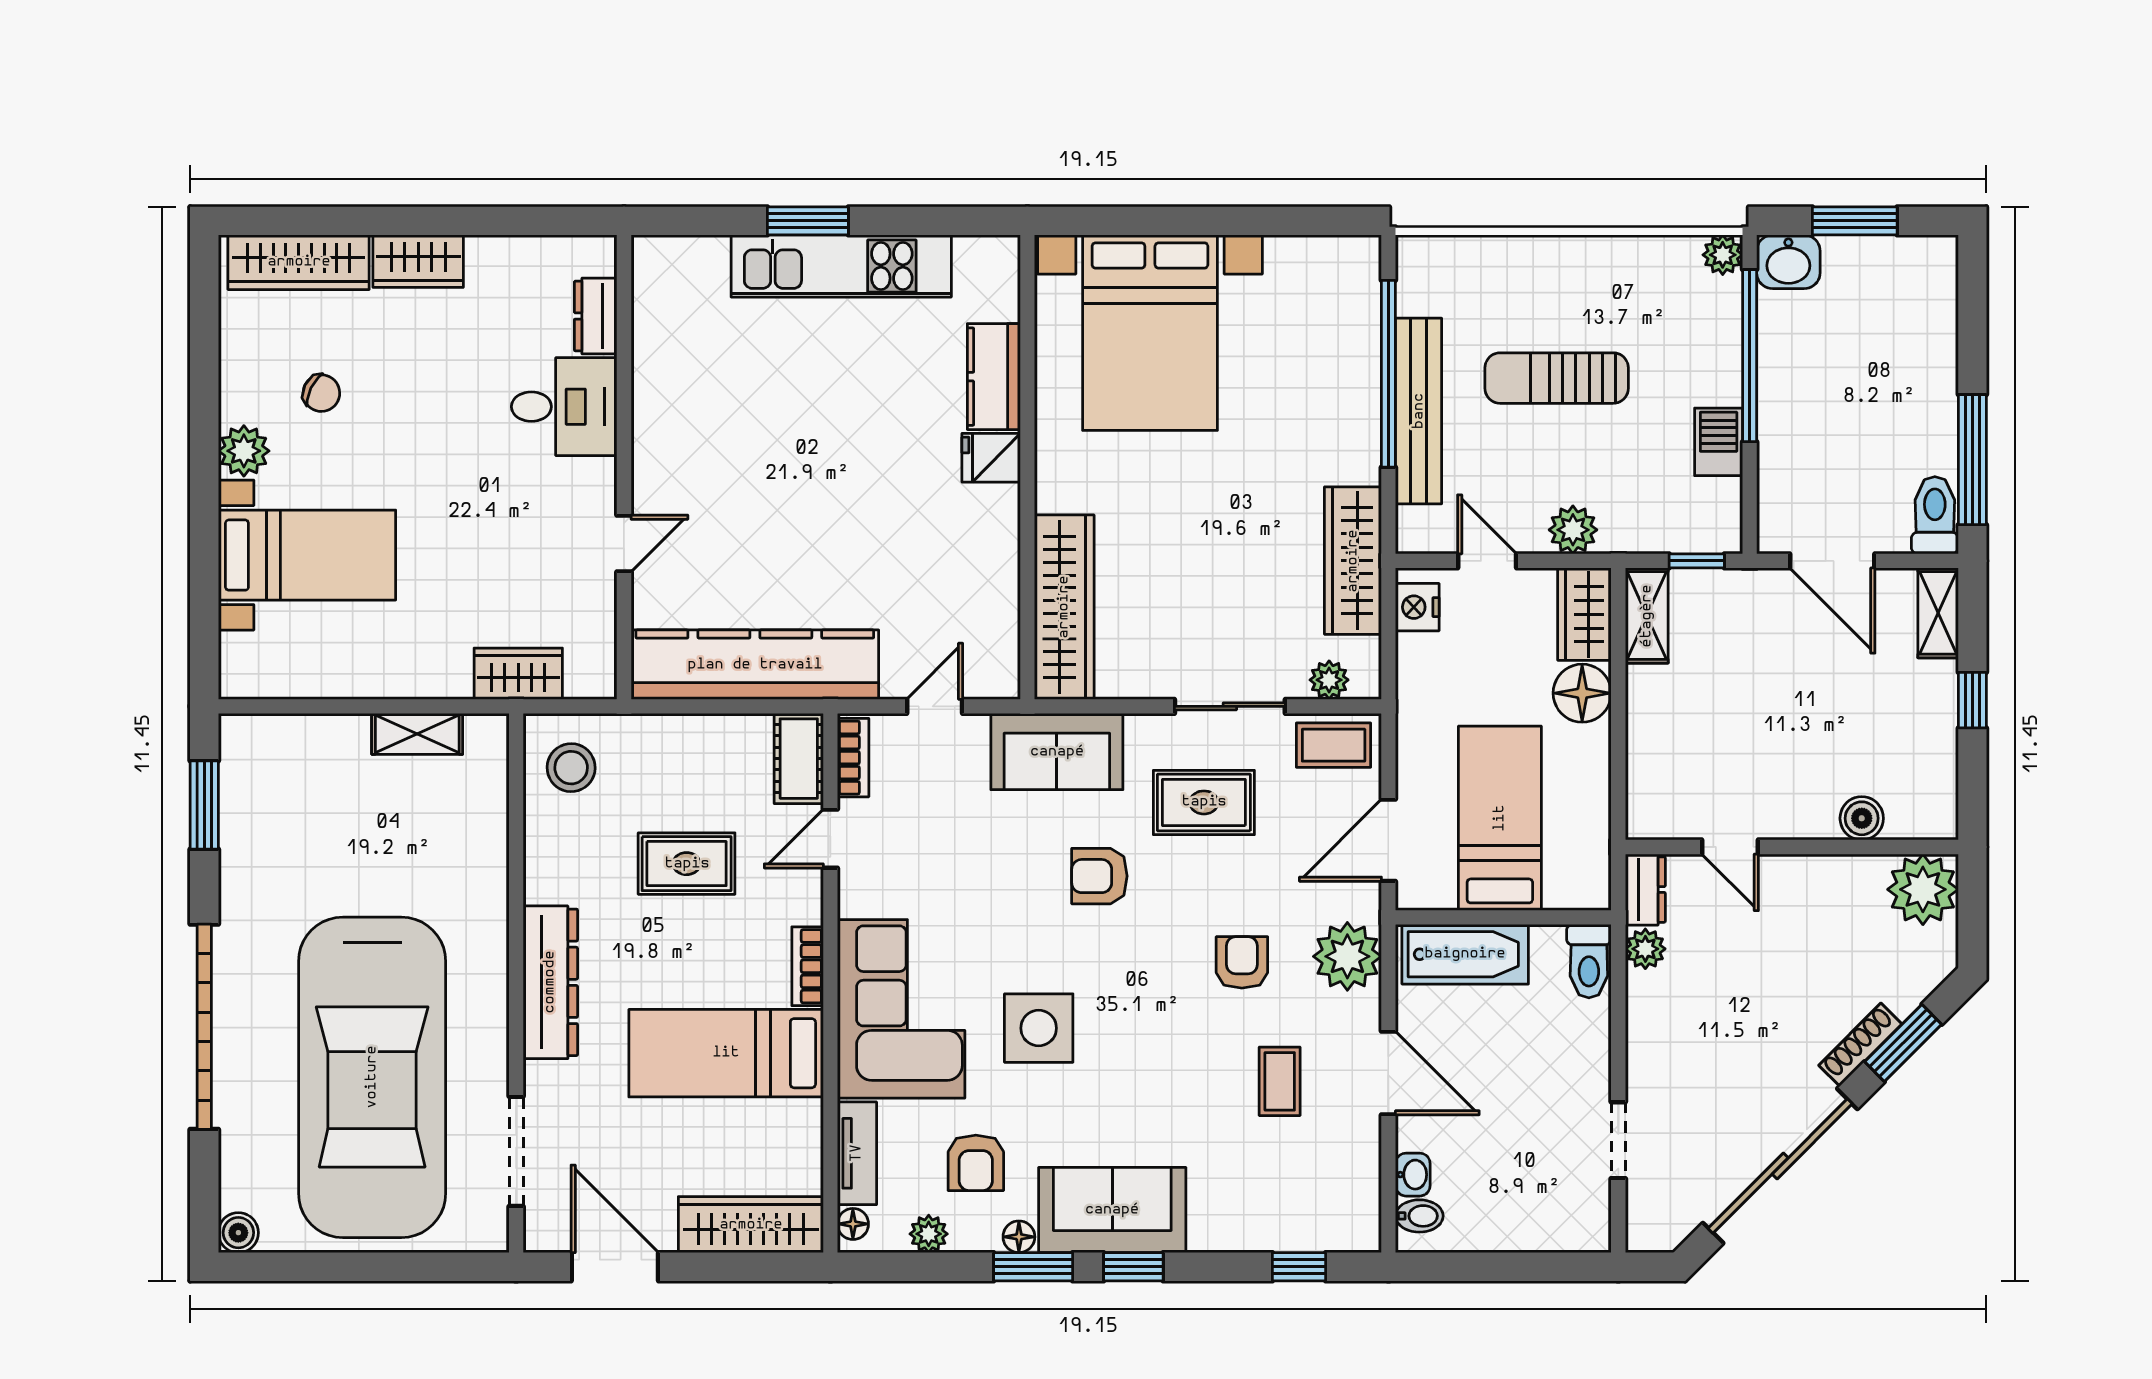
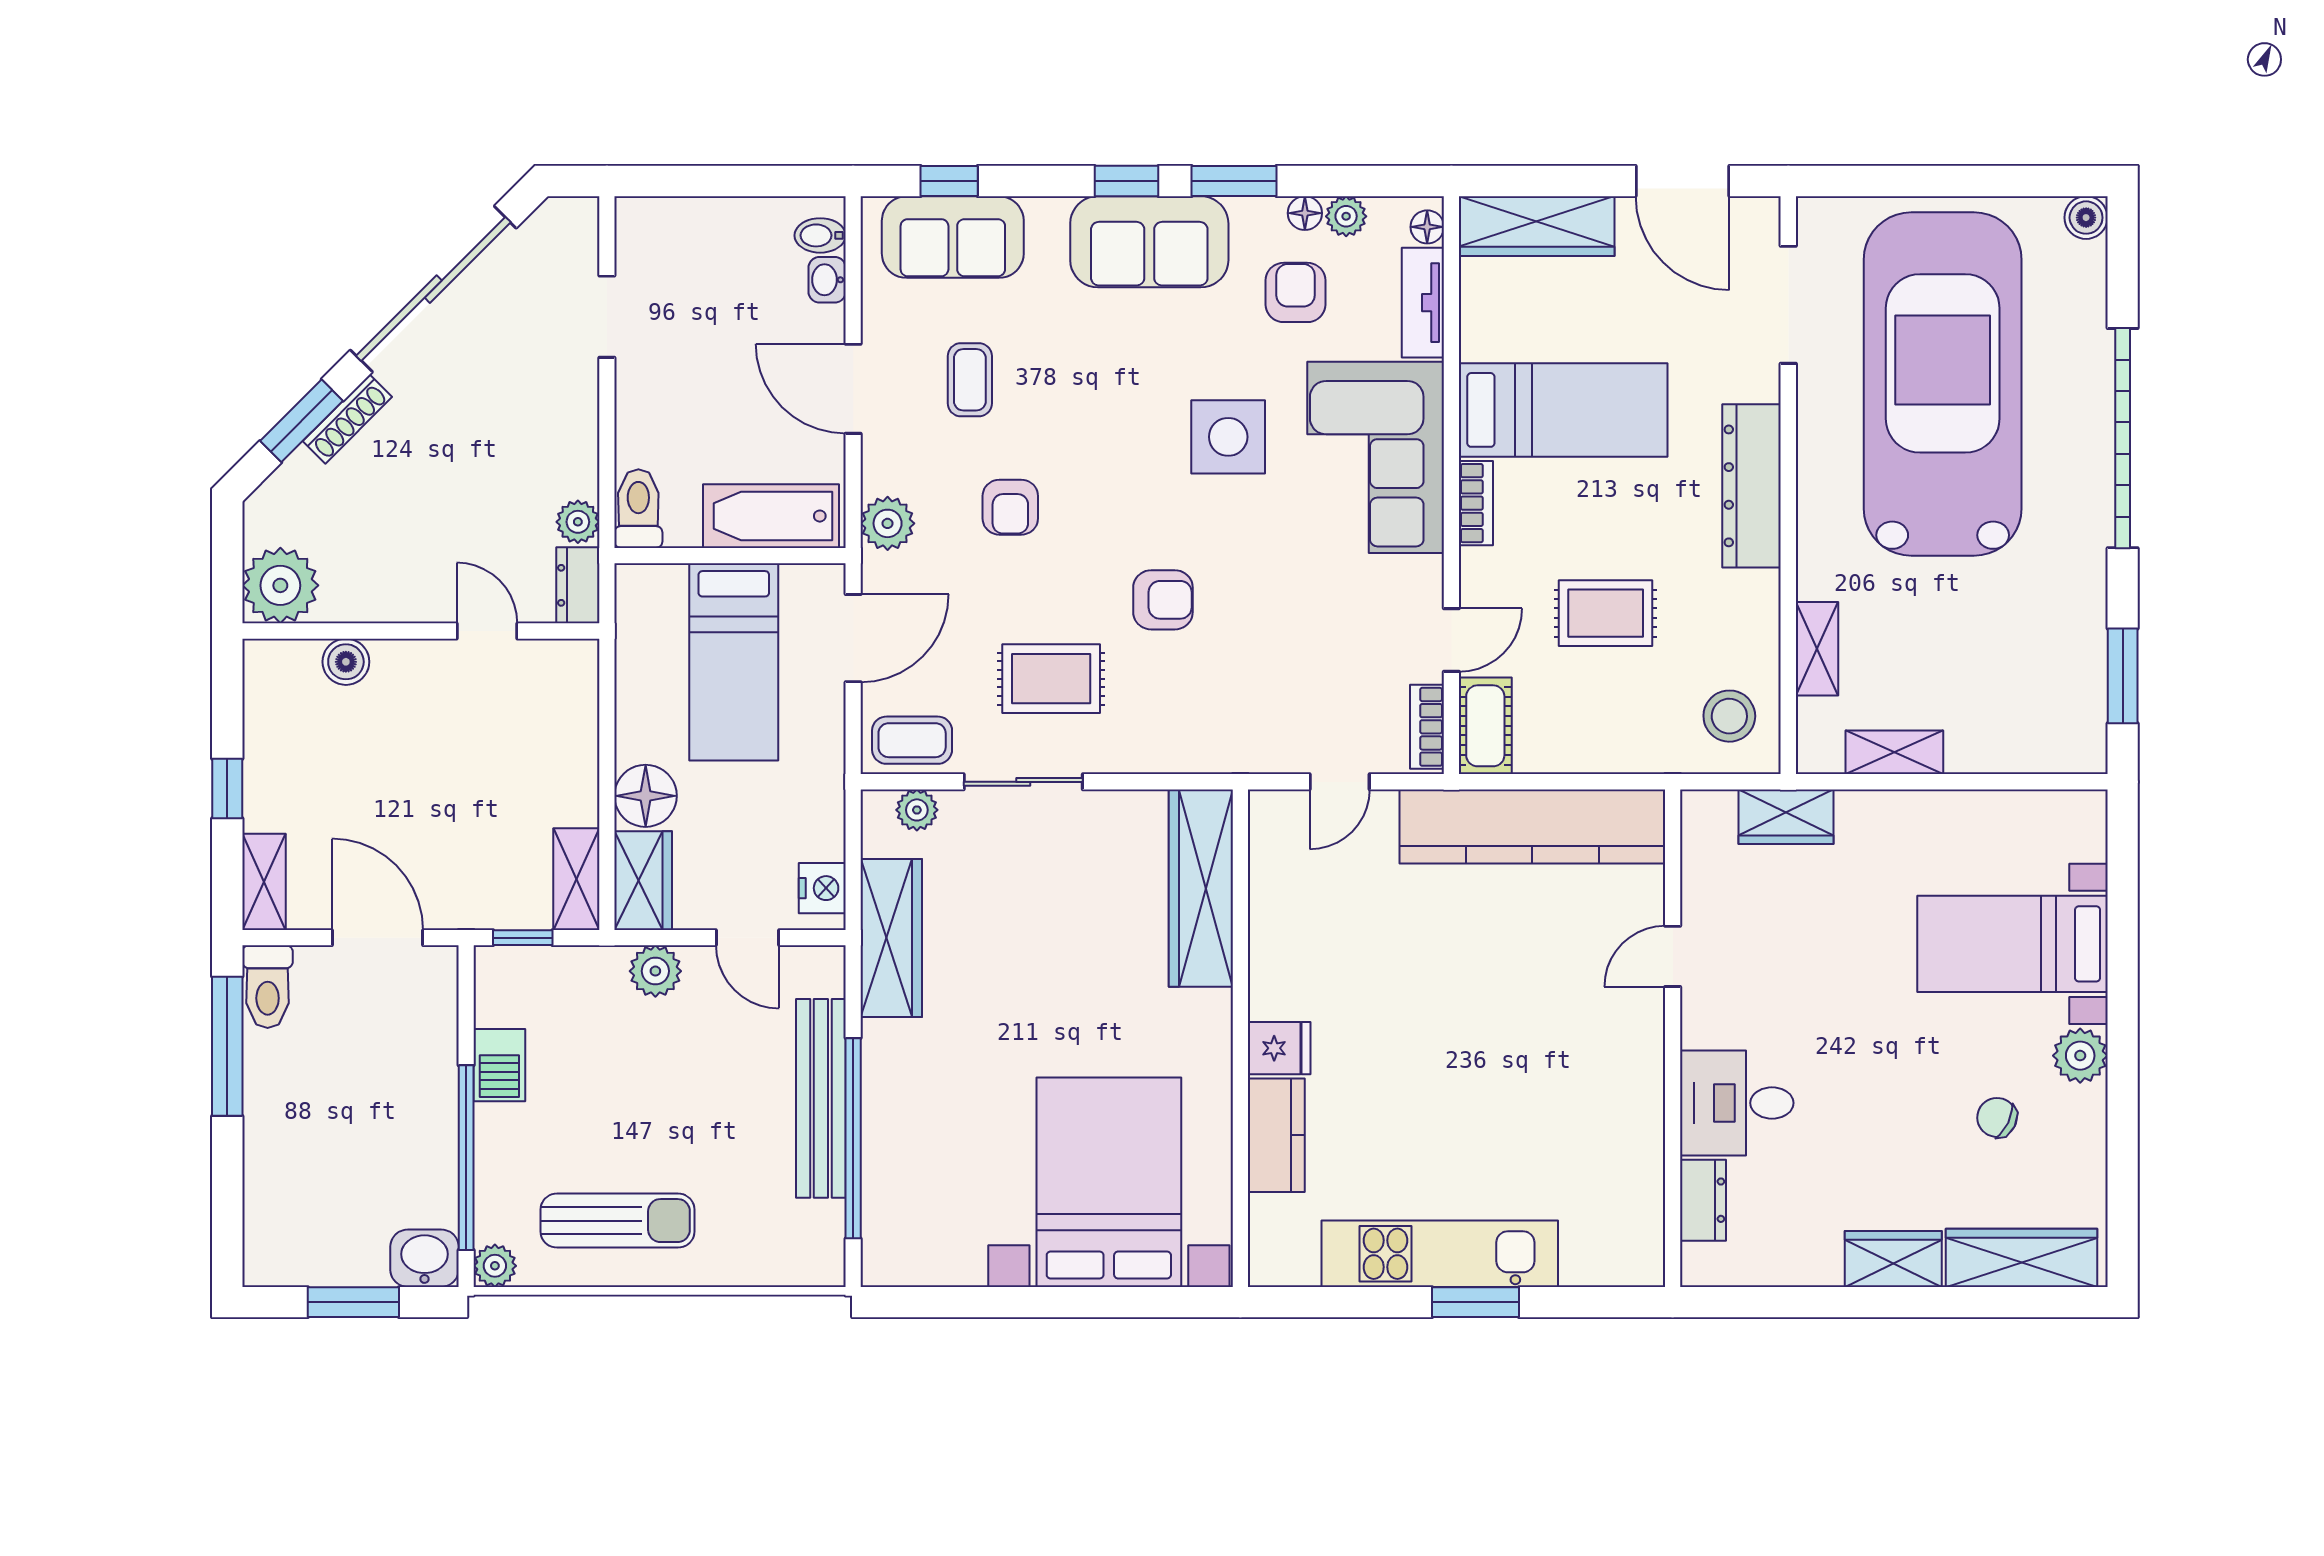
sun lounger: (1557, 378) -> (617, 1221), moved
sofa: (1057, 752) -> (953, 237), moved, turned 180
shelving: (489, 830) -> (1817, 649), added
plant: (1347, 956) -> (888, 523), width x0.73, depth x0.73
floor lamp: (1019, 1237) -> (1305, 213), moved

